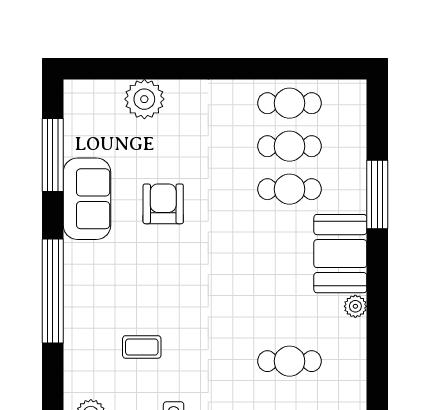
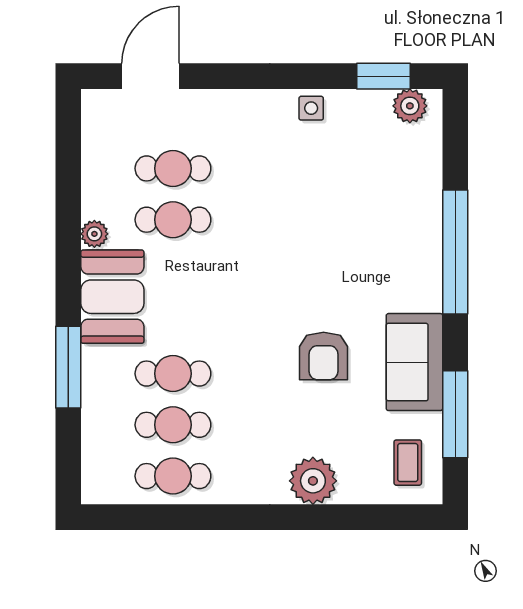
plant: (144, 99) -> (313, 481), moved
cafe table: (290, 318) -> (173, 220), added
coffee table: (142, 347) -> (408, 463), moved, turned 90

